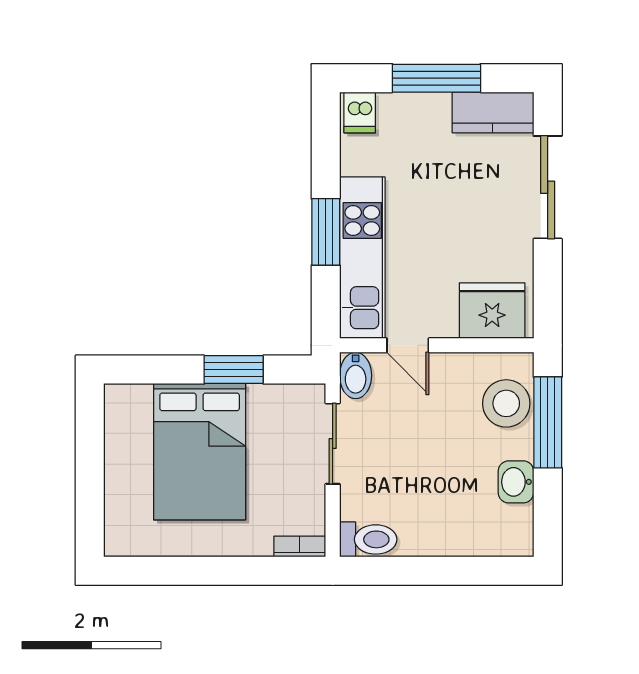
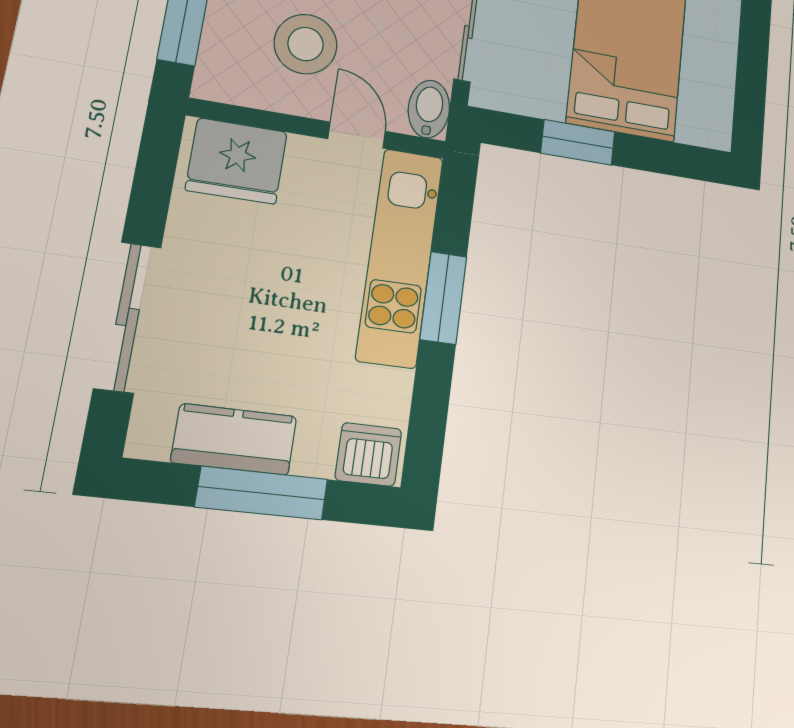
dishwasher: (360, 112) -> (368, 454), width x1.38
kitchen counter: (493, 112) -> (234, 439), moved
stool: (506, 403) -> (306, 44), moved

